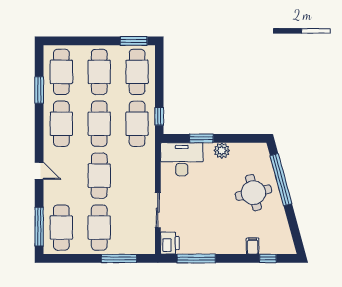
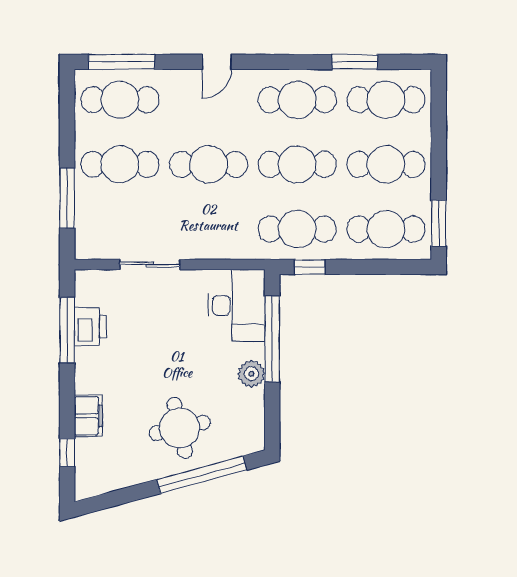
window: (201, 138) -> (272, 339), width x2.11
printer: (170, 243) -> (90, 327), moved, turned -90
filing cabinet: (253, 246) -> (88, 416), width x2.00

